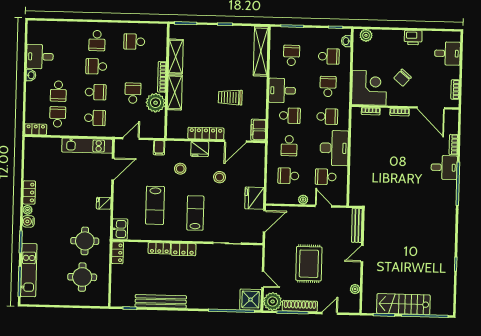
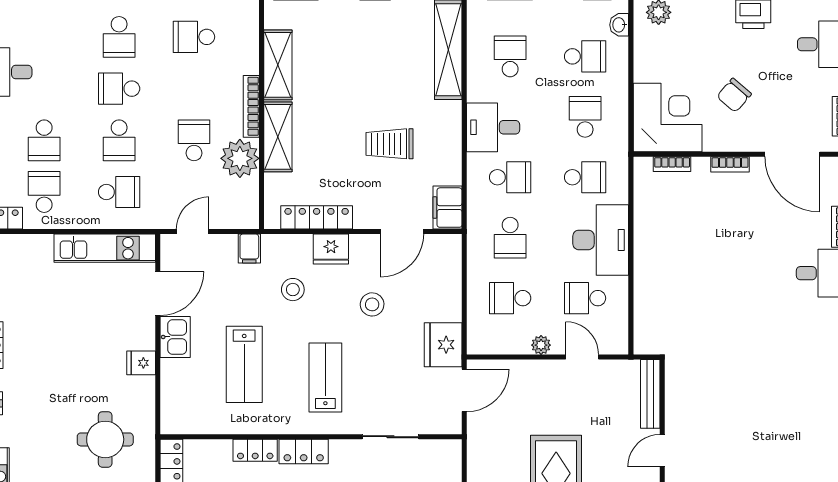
school desk: (96, 92) -> (119, 140), turned 90
locker: (206, 133) -> (317, 217), moved
kitchen sink: (120, 229) -> (175, 337), moved

